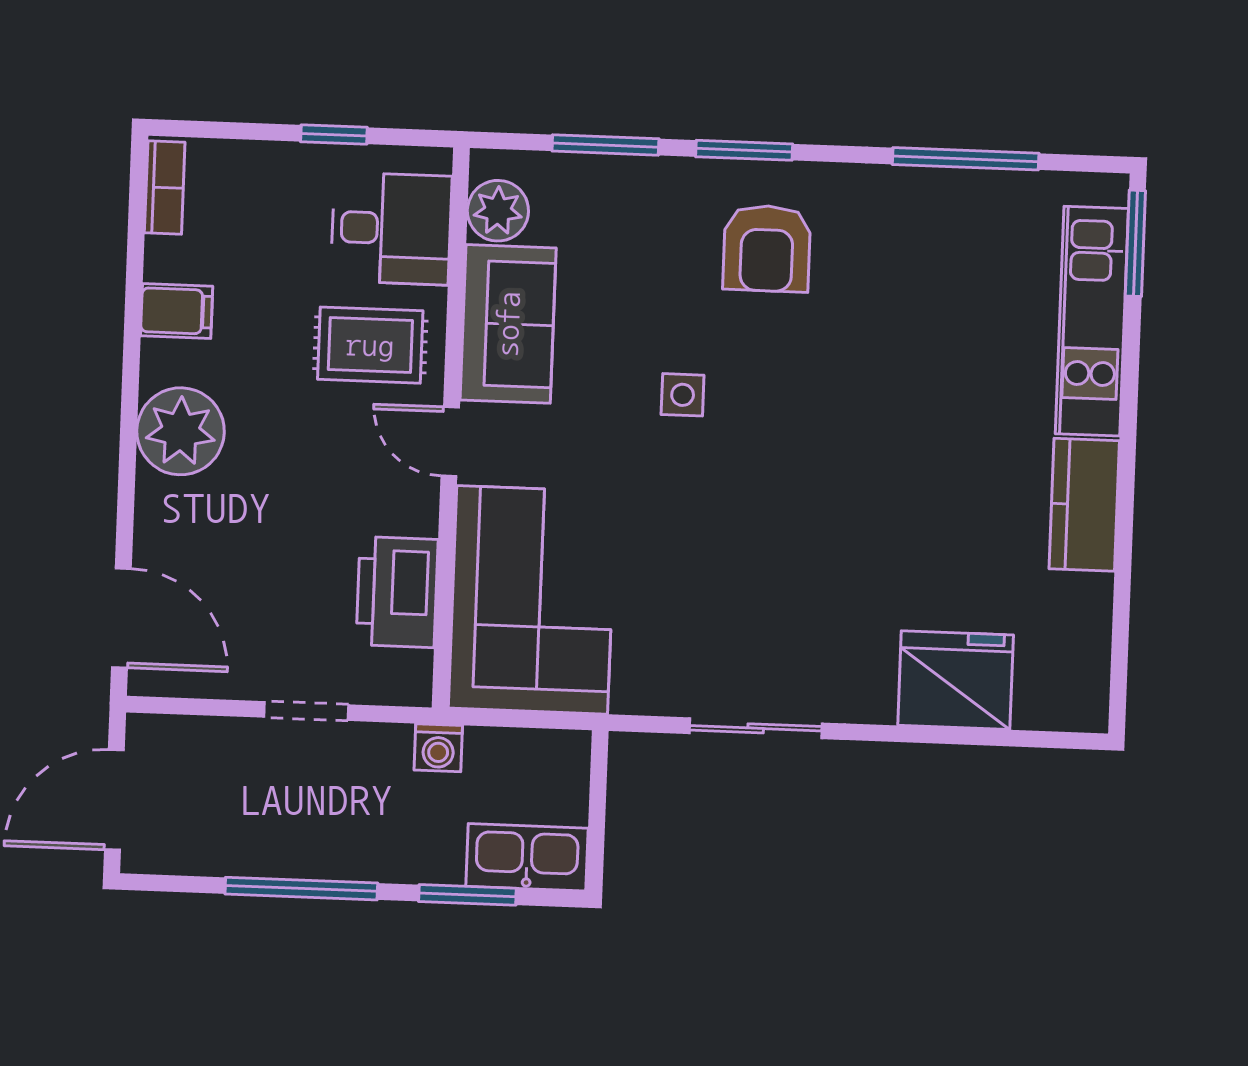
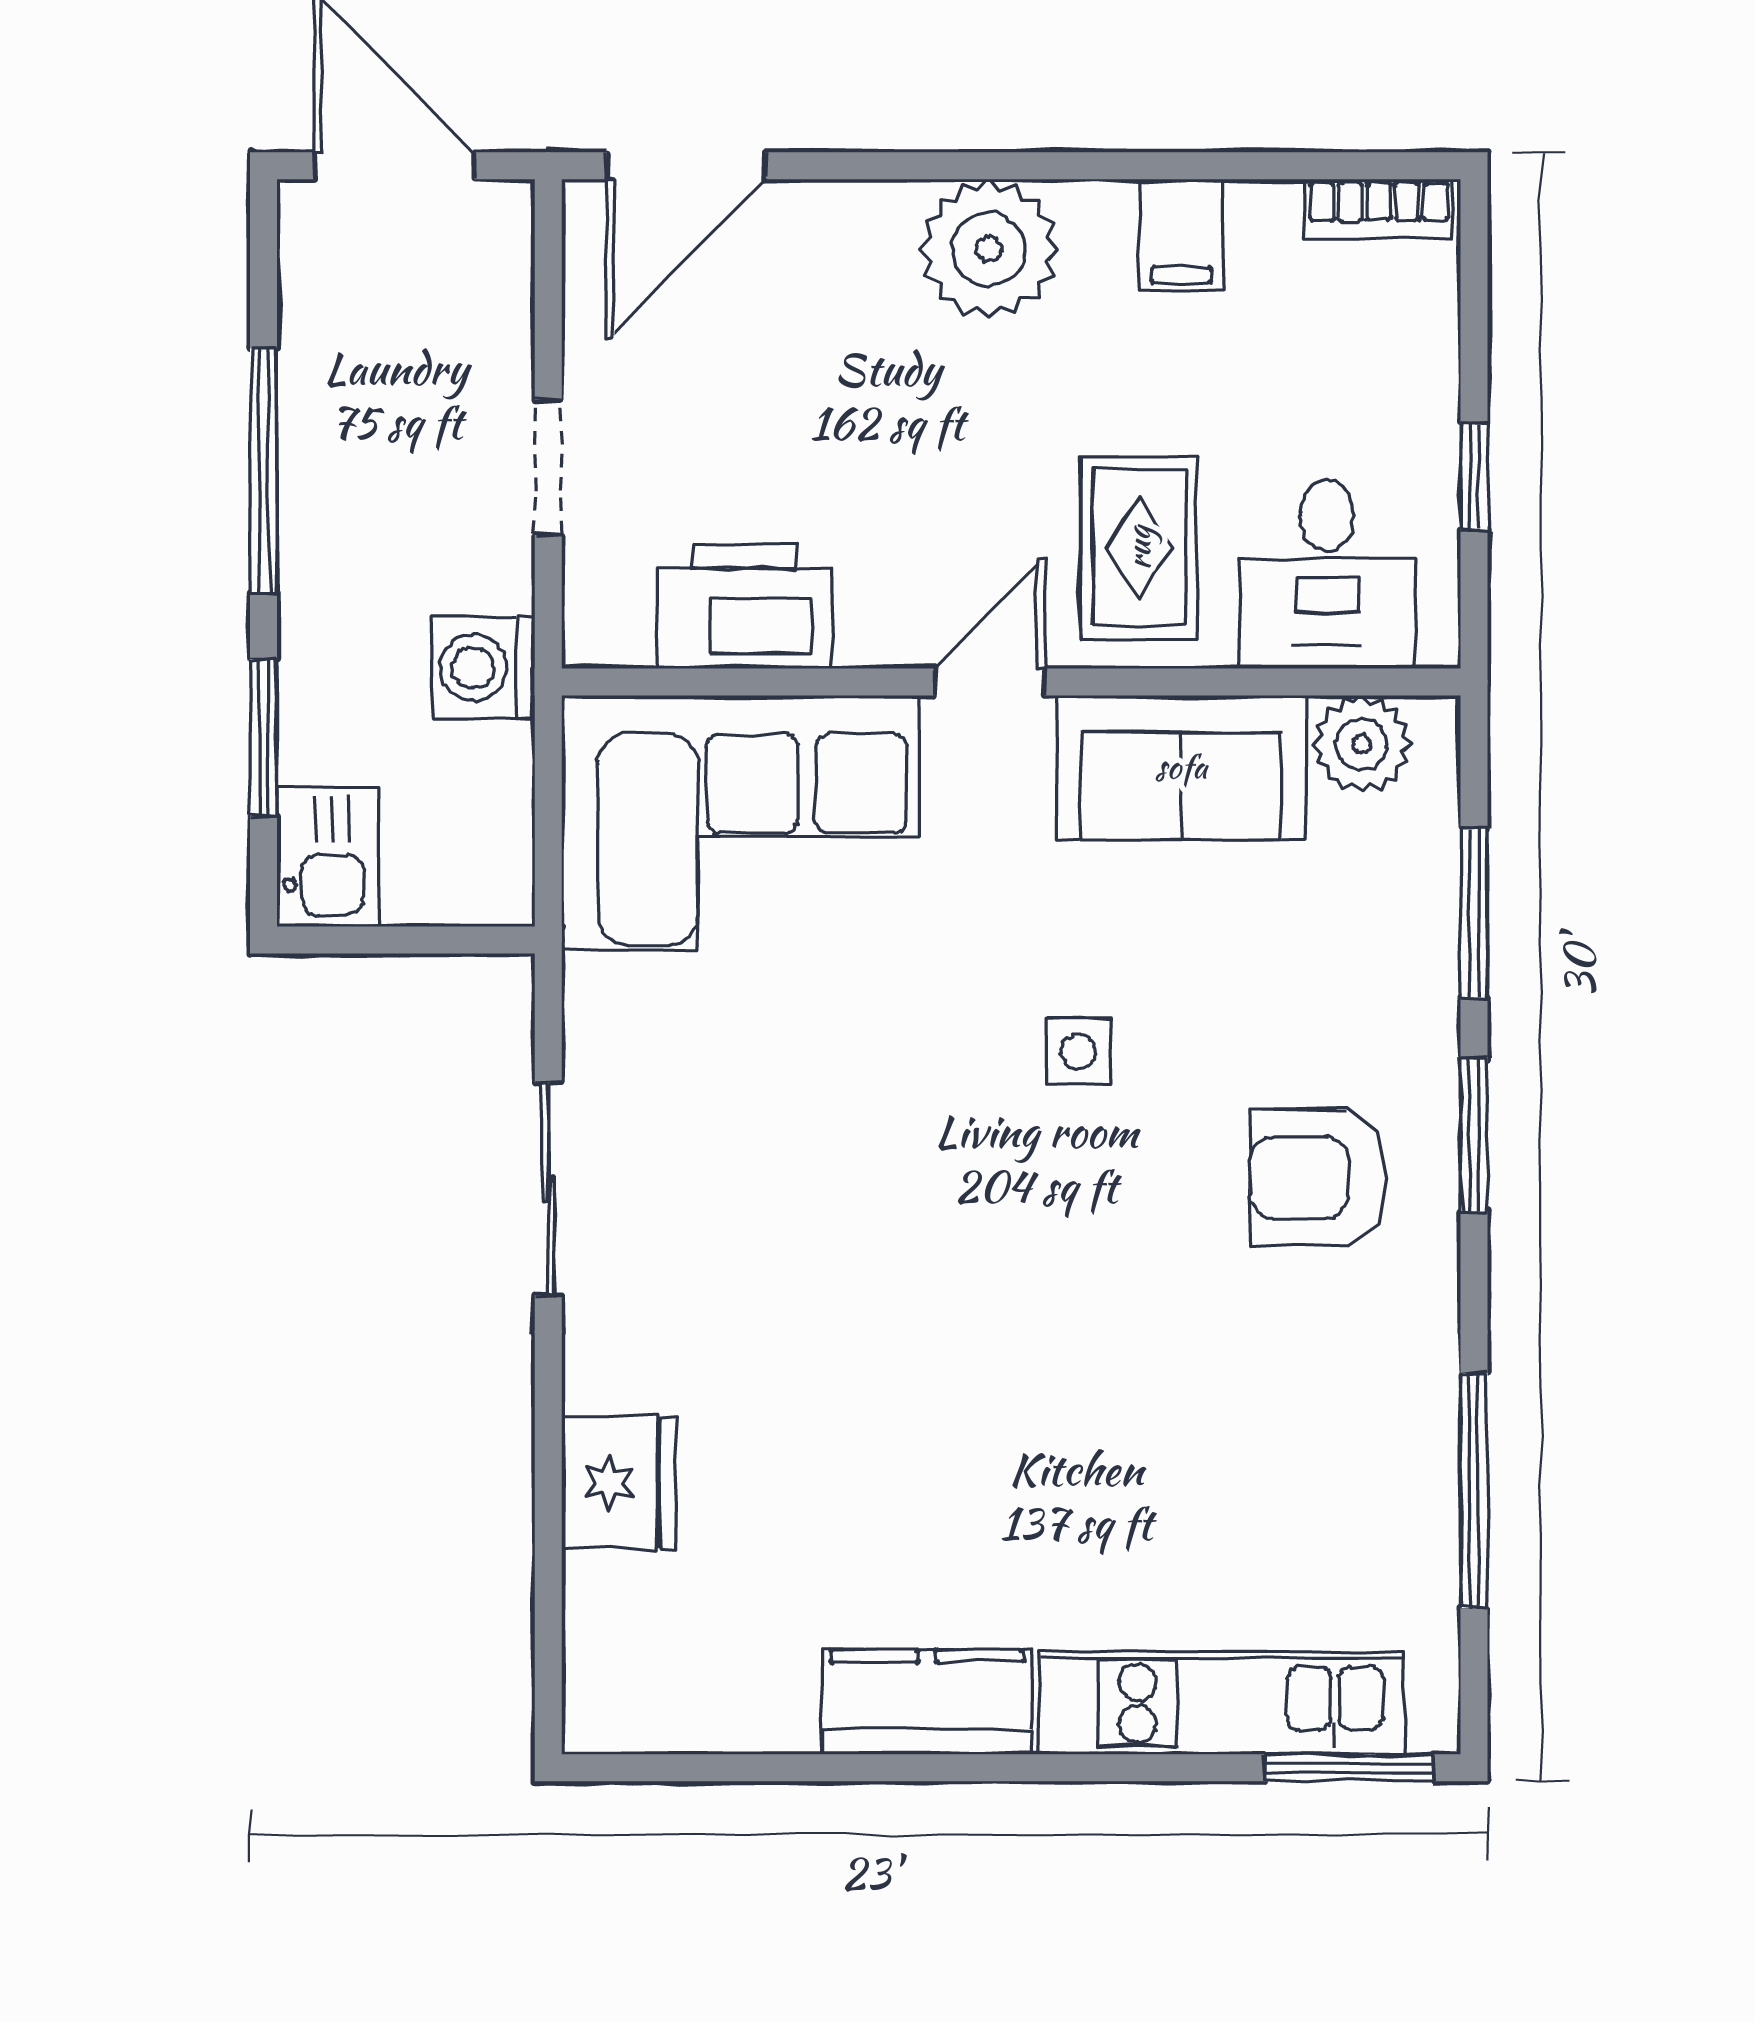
fridge: (956, 680) -> (618, 1483), width x0.73, depth x0.75
washing machine: (438, 748) -> (484, 668), width x1.38, depth x1.38
kitchen sink: (527, 857) -> (328, 857), width x0.73

